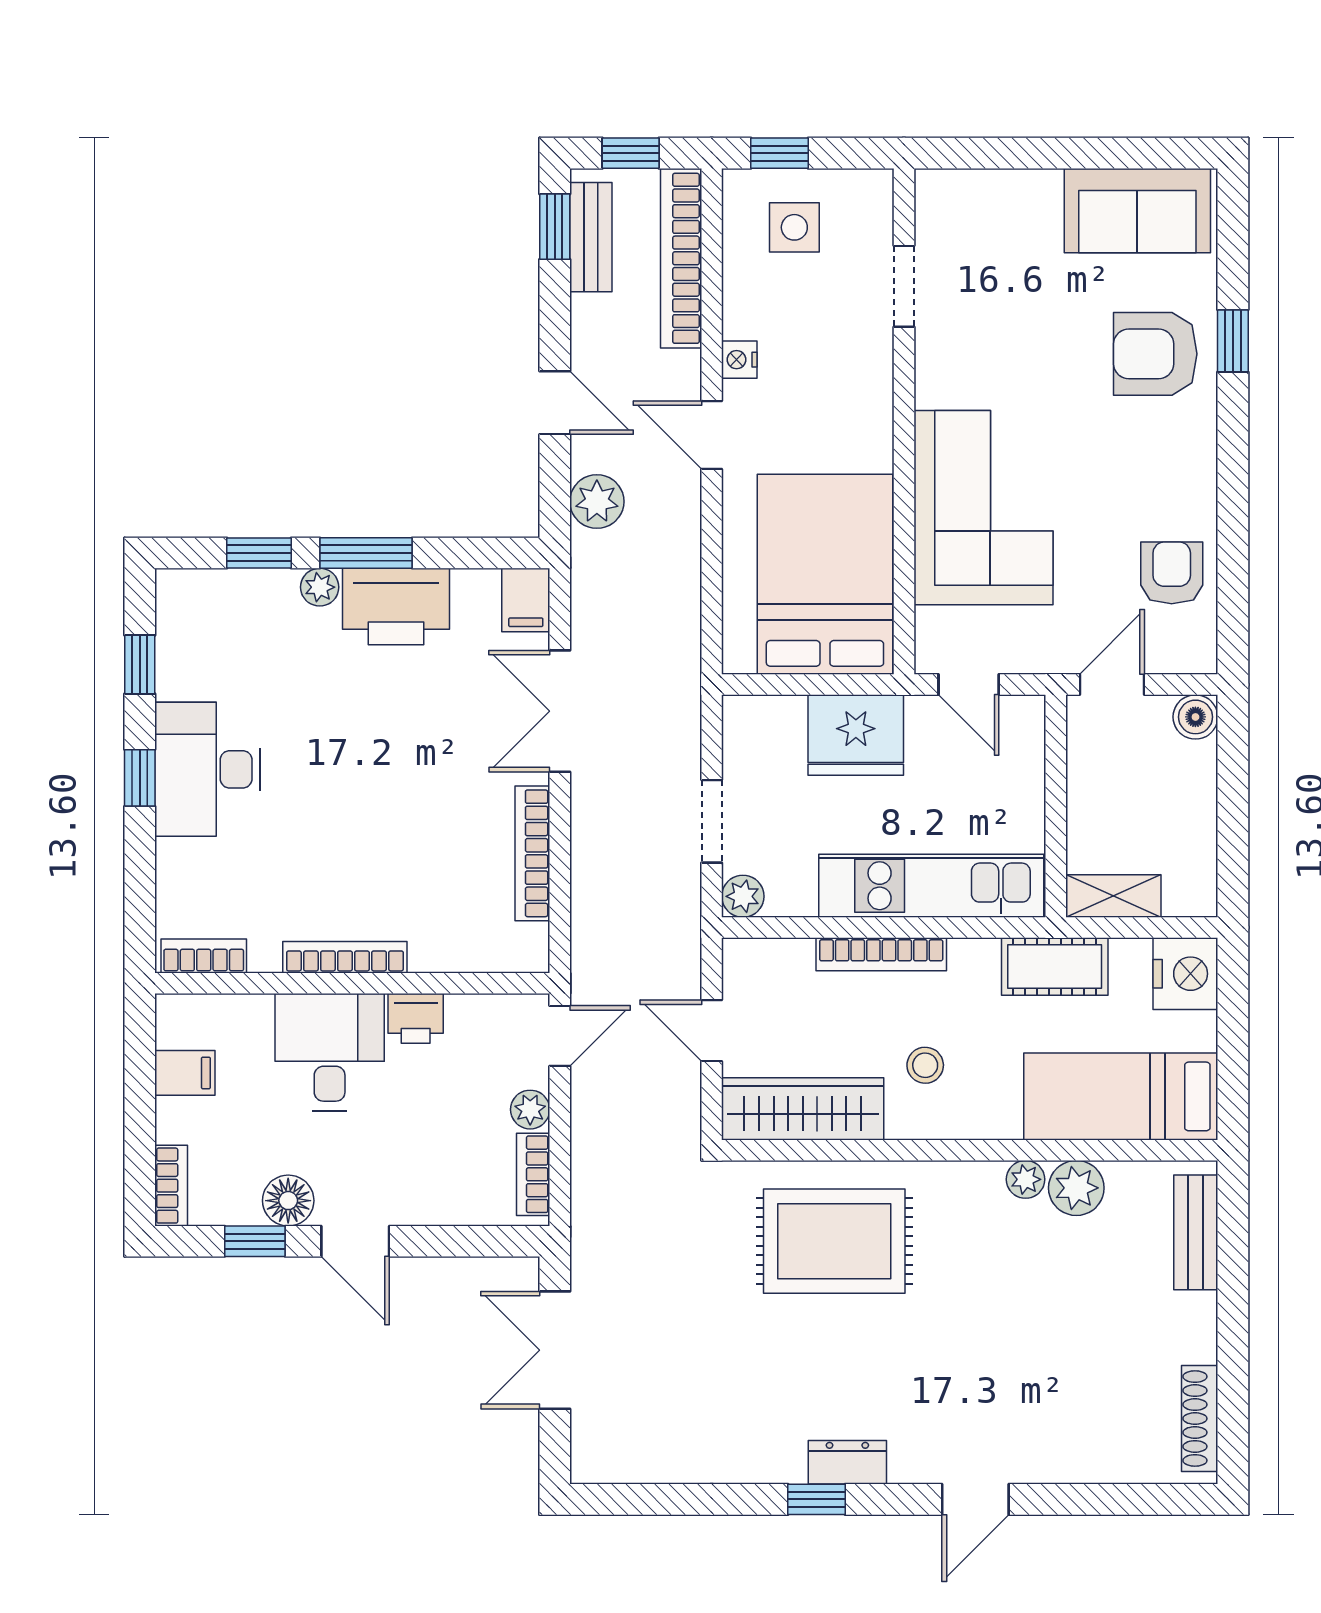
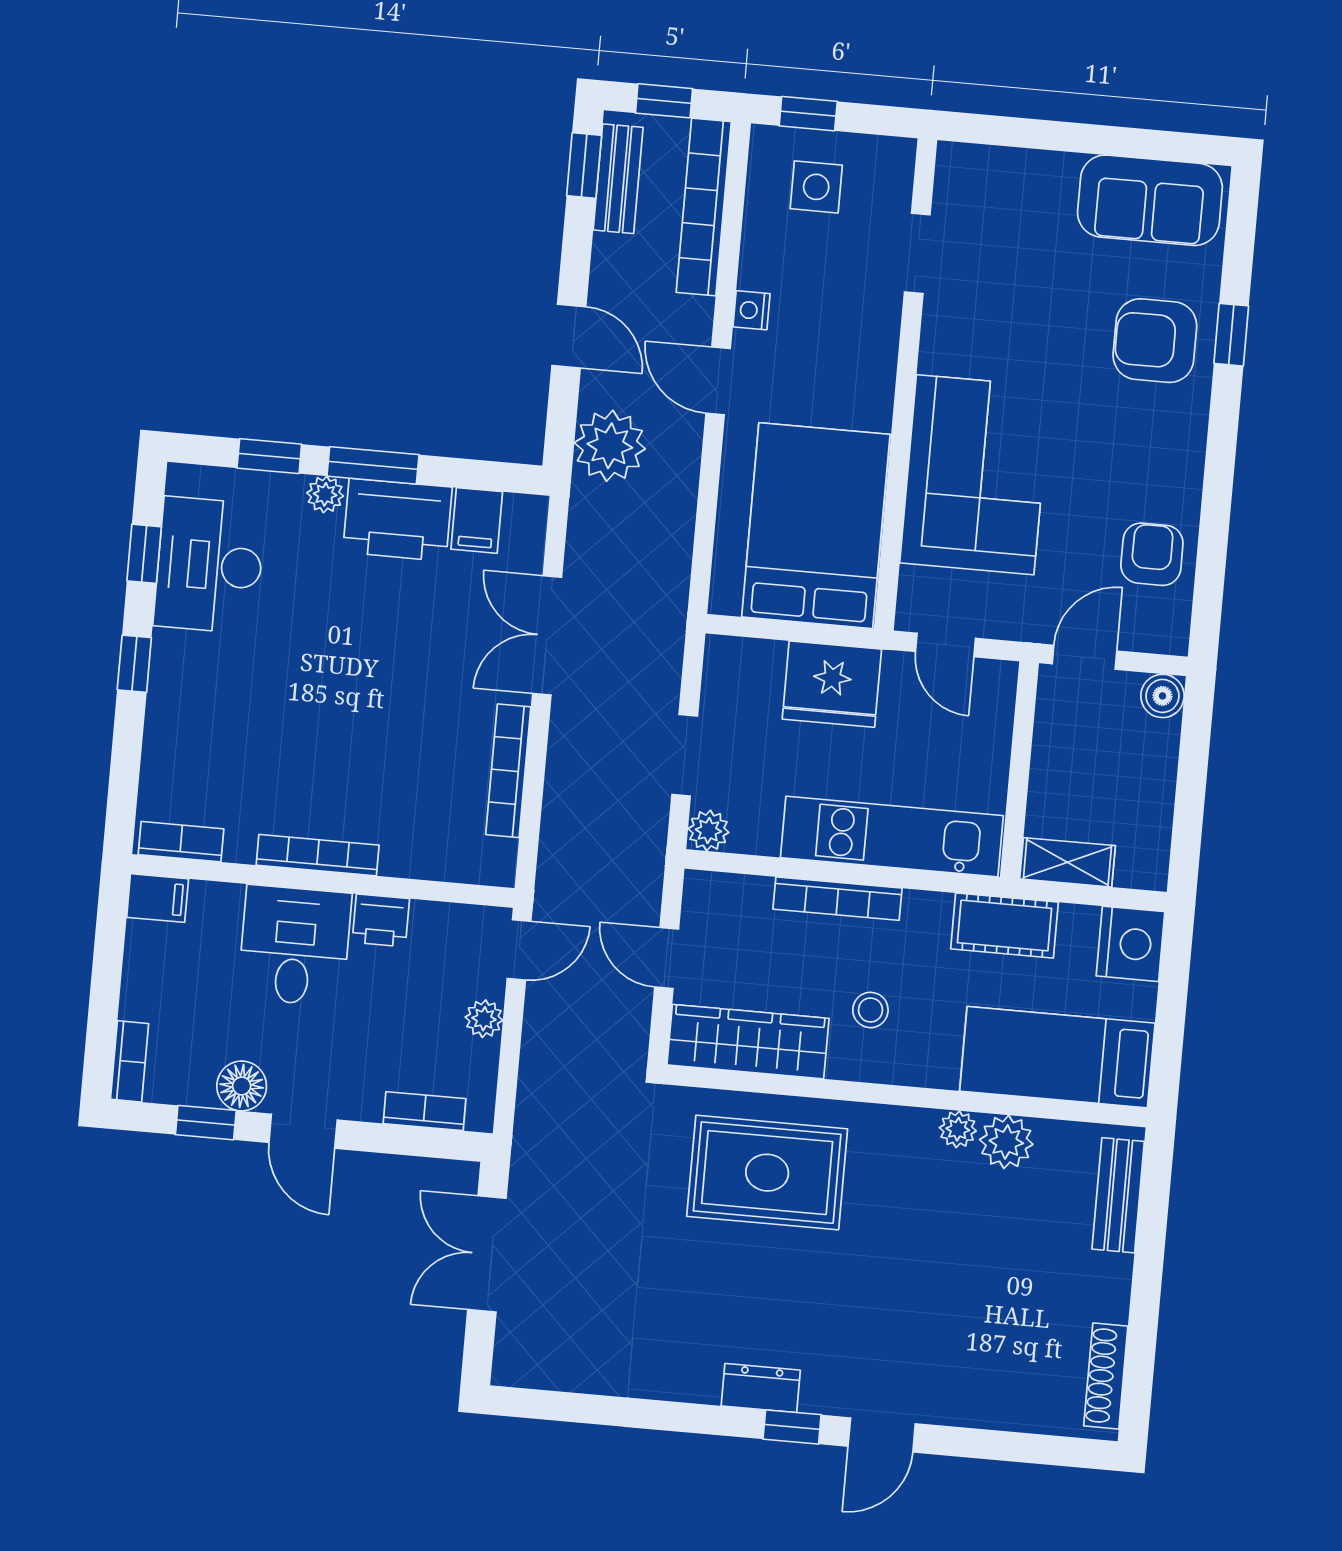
plant: (597, 502) -> (610, 446), width x1.36, depth x1.36
filing cabinet: (526, 600) -> (477, 520), moved
desk: (208, 769) -> (209, 565), moved
filing cabinet: (185, 1073) -> (158, 898), moved
bookcase: (533, 1174) -> (425, 1111), moved, turned 90
window: (816, 1499) -> (792, 1427), moved

